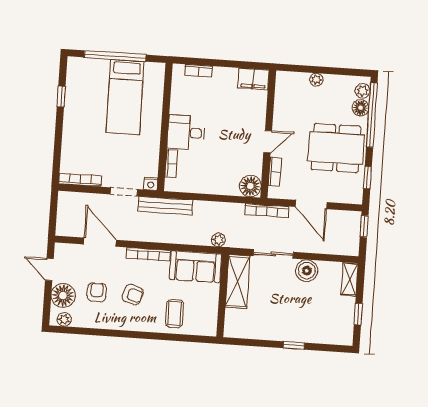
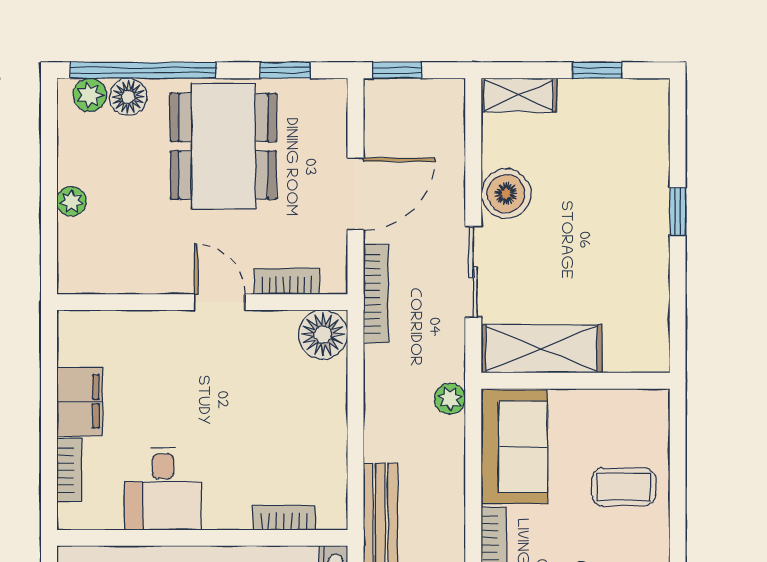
filing cabinet: (253, 79) -> (80, 401), moved
desk: (186, 132) -> (163, 489), moved

